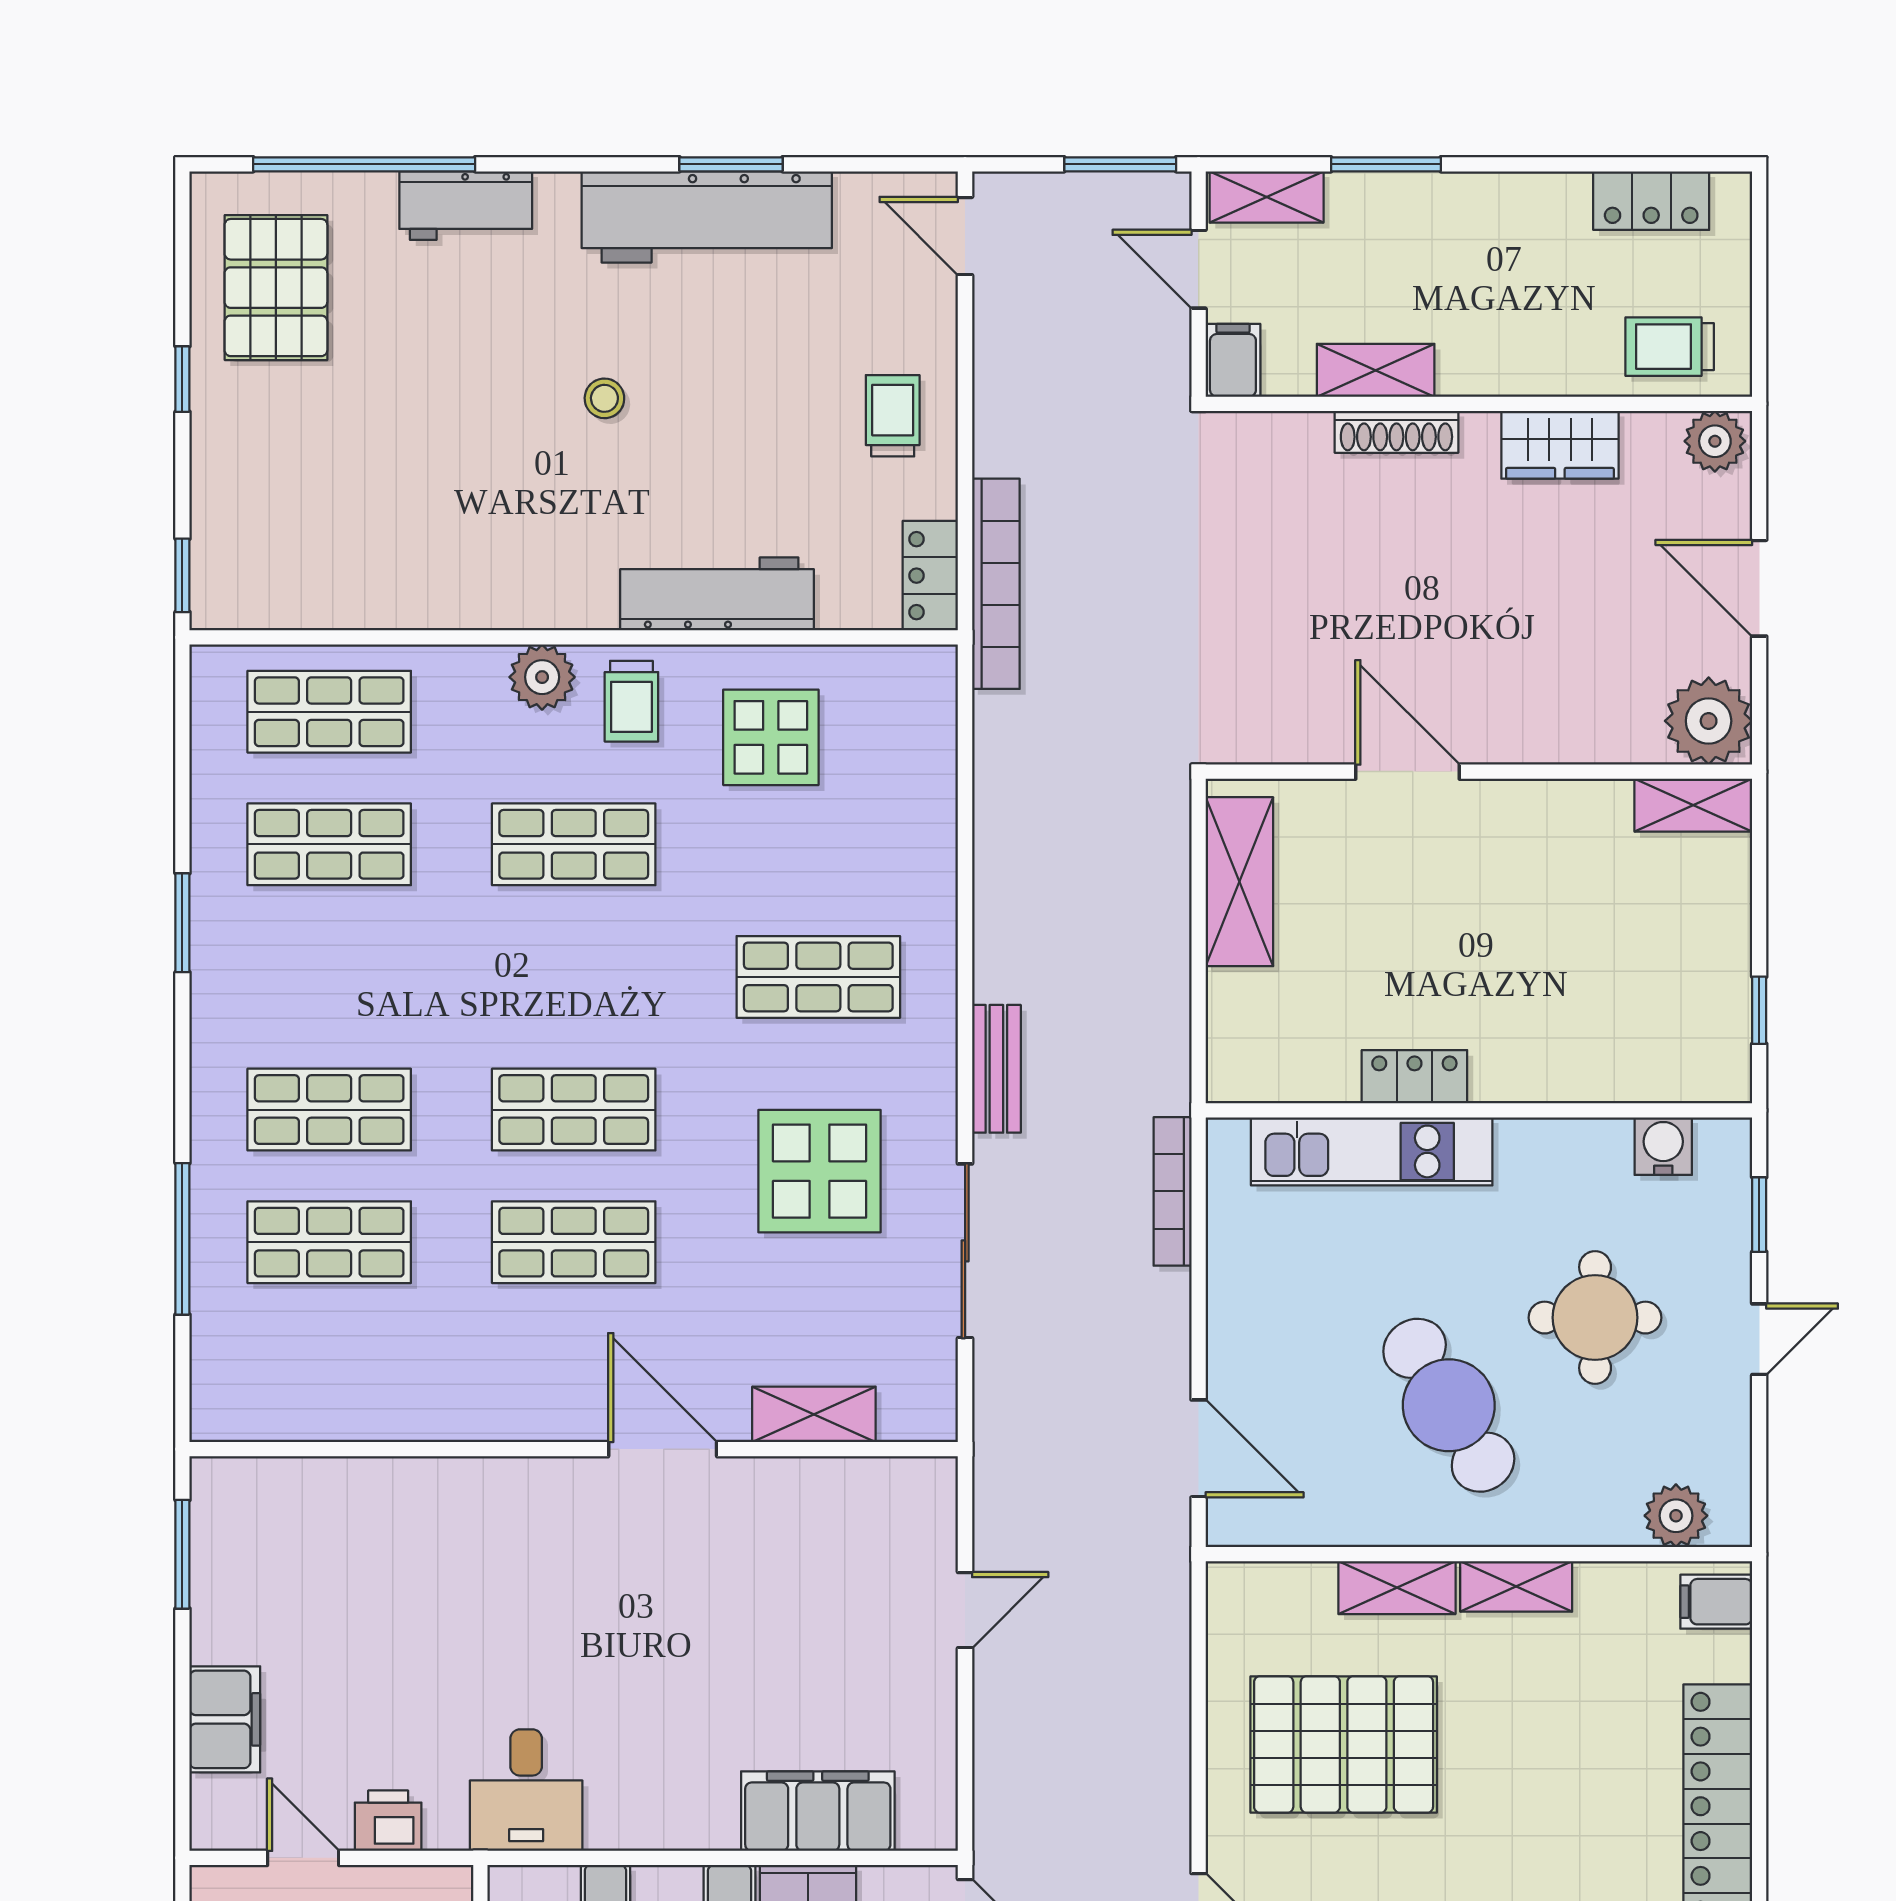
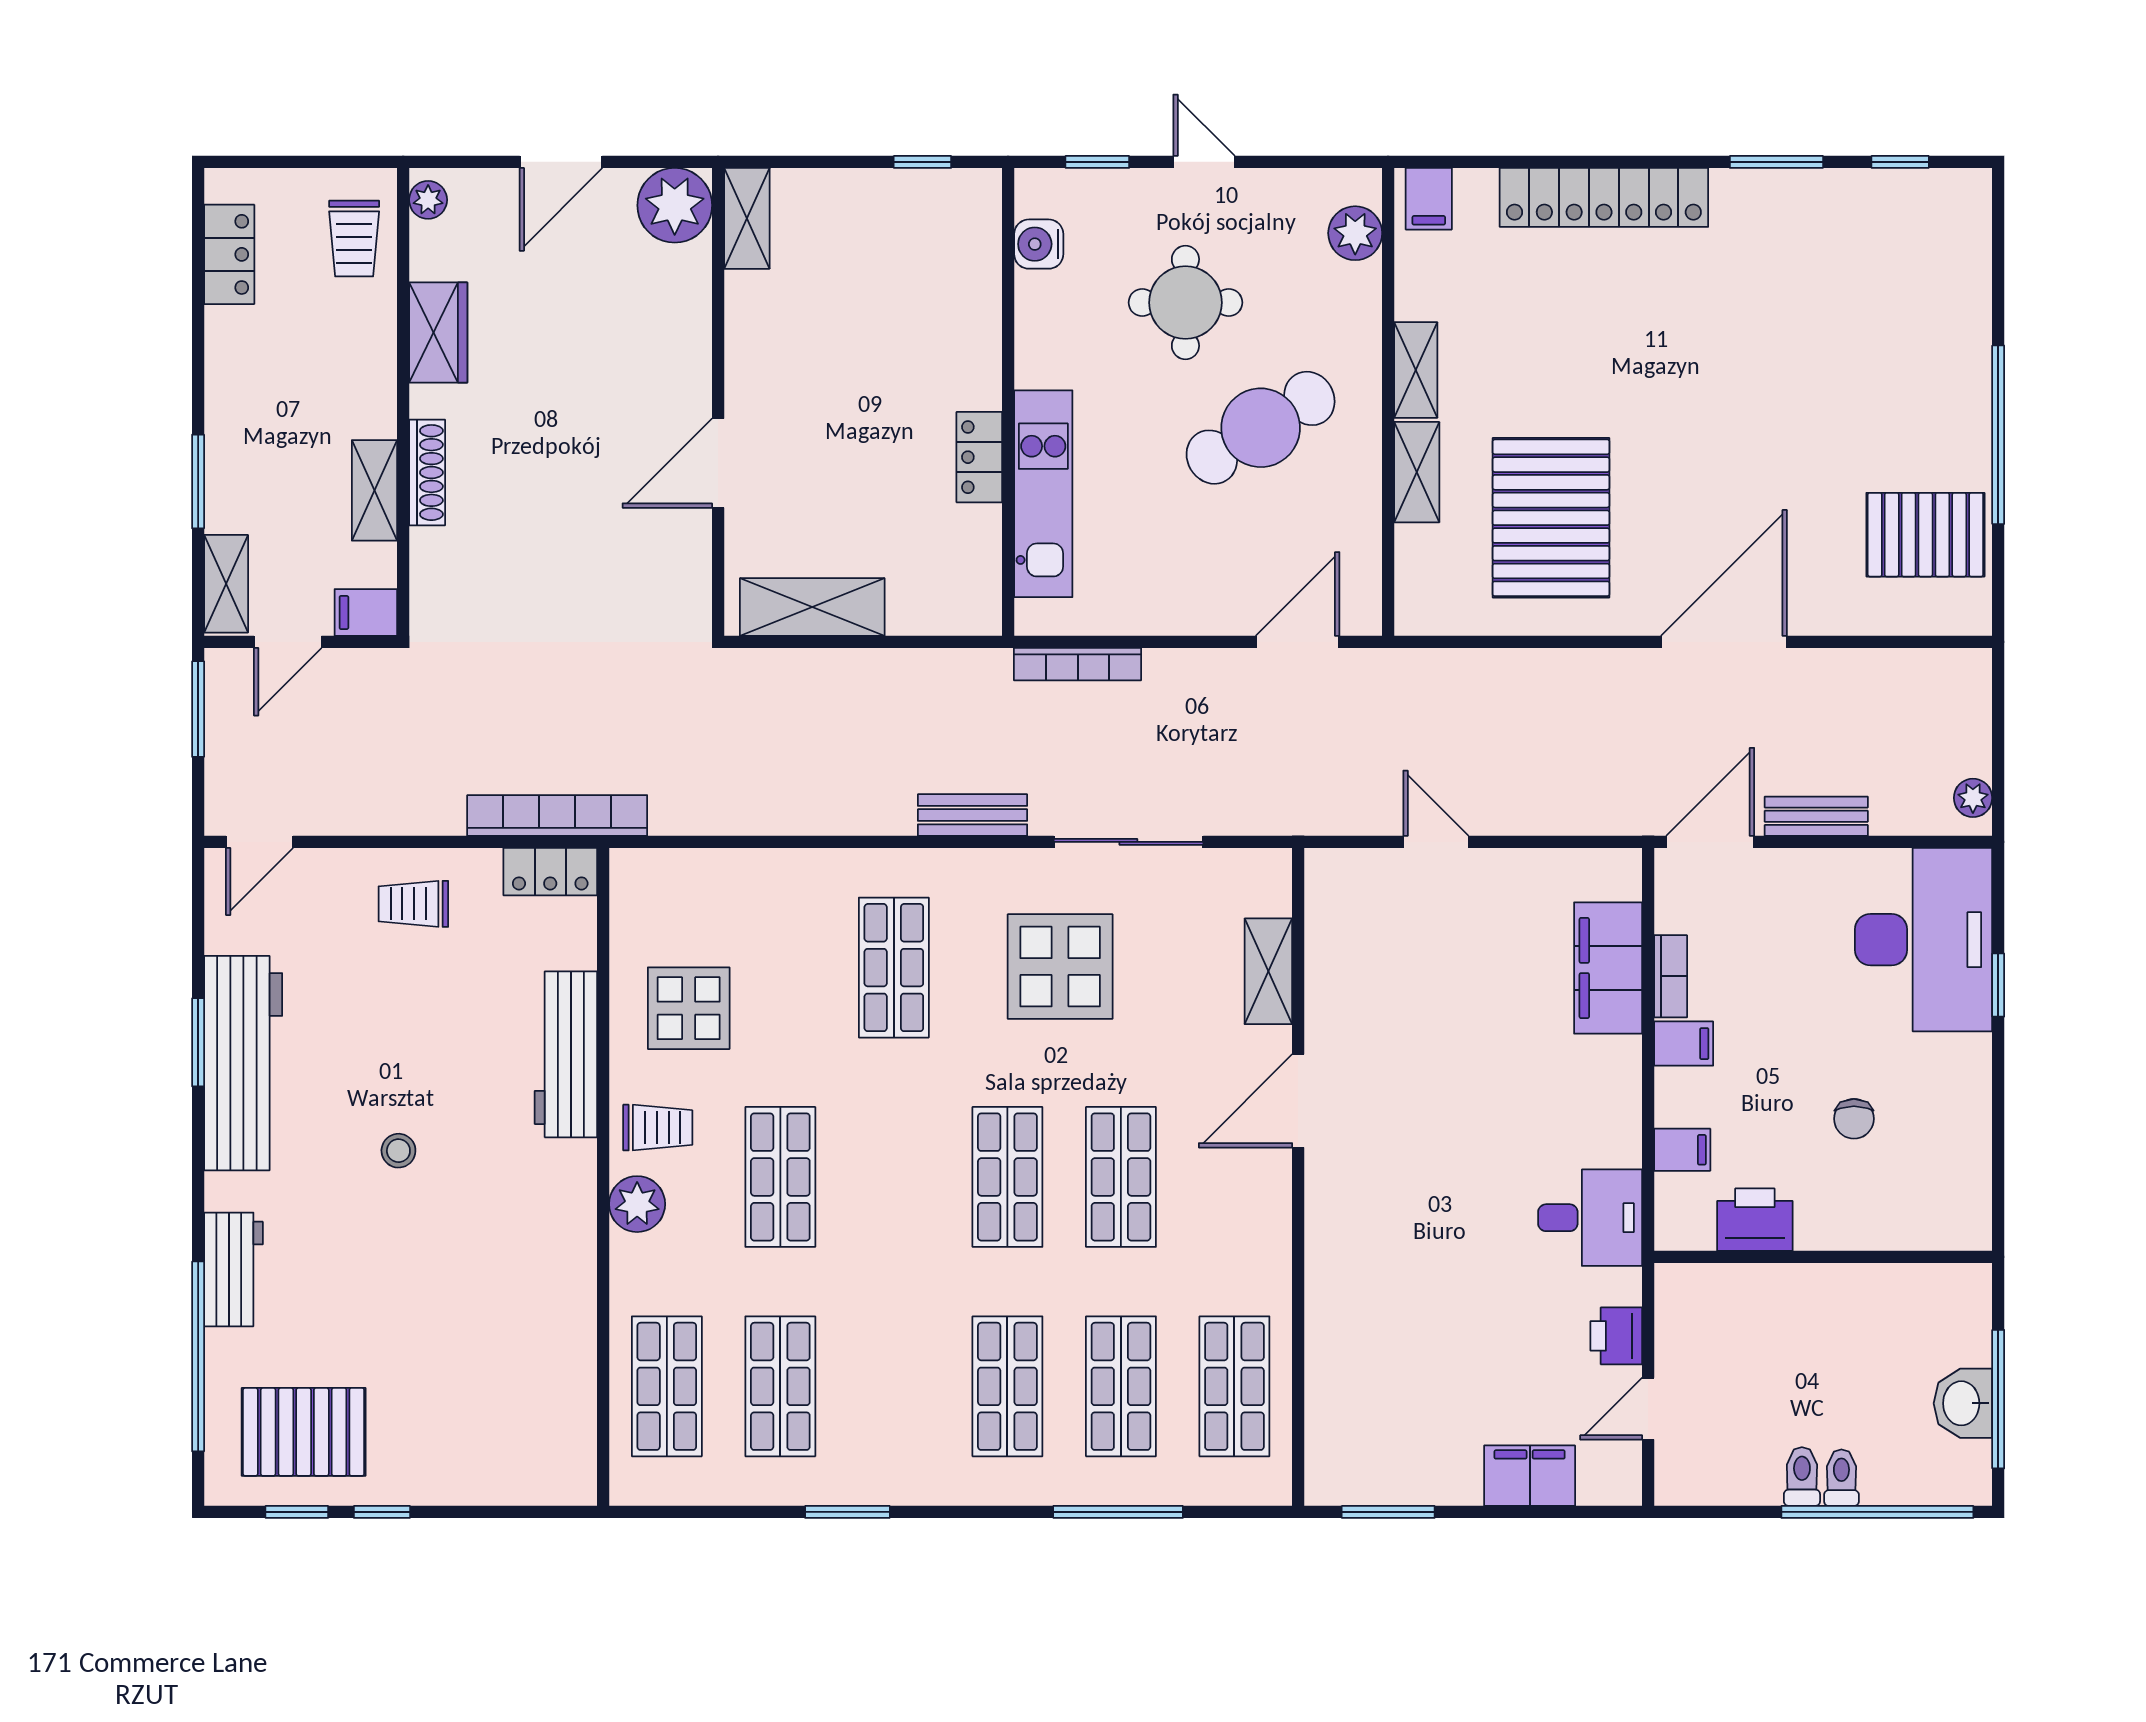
plant: (1715, 441) -> (428, 200), width x0.73, depth x0.73
window: (182, 575) -> (297, 1512), moved
shop shelf: (329, 1375) -> (1234, 1386), added

